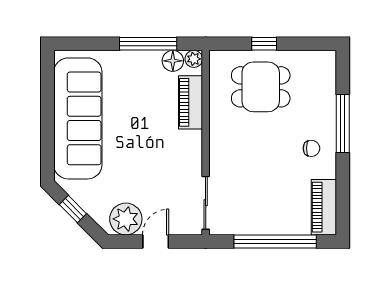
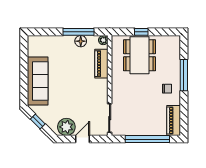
floor lamp: (173, 61) -> (81, 41), moved
dining table: (261, 87) -> (140, 55), width x1.38
sofa: (78, 118) -> (38, 81), width x0.74, depth x0.79

